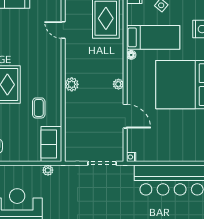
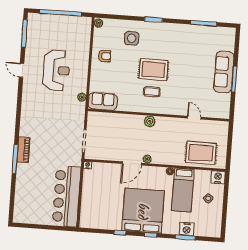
door: (63, 30) -> (194, 118), hinge flipped
coffee table: (39, 108) -> (152, 92), moved
door: (125, 116) -> (132, 163), moved

